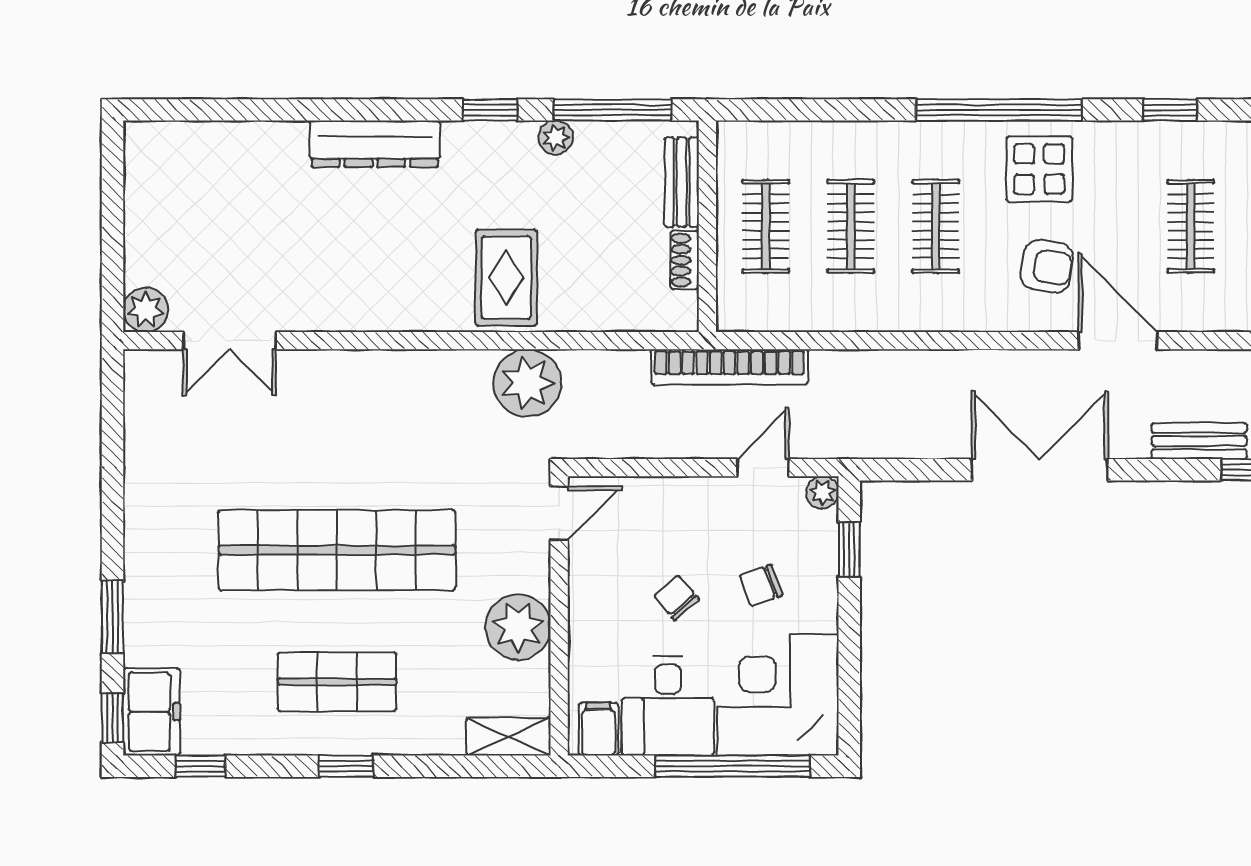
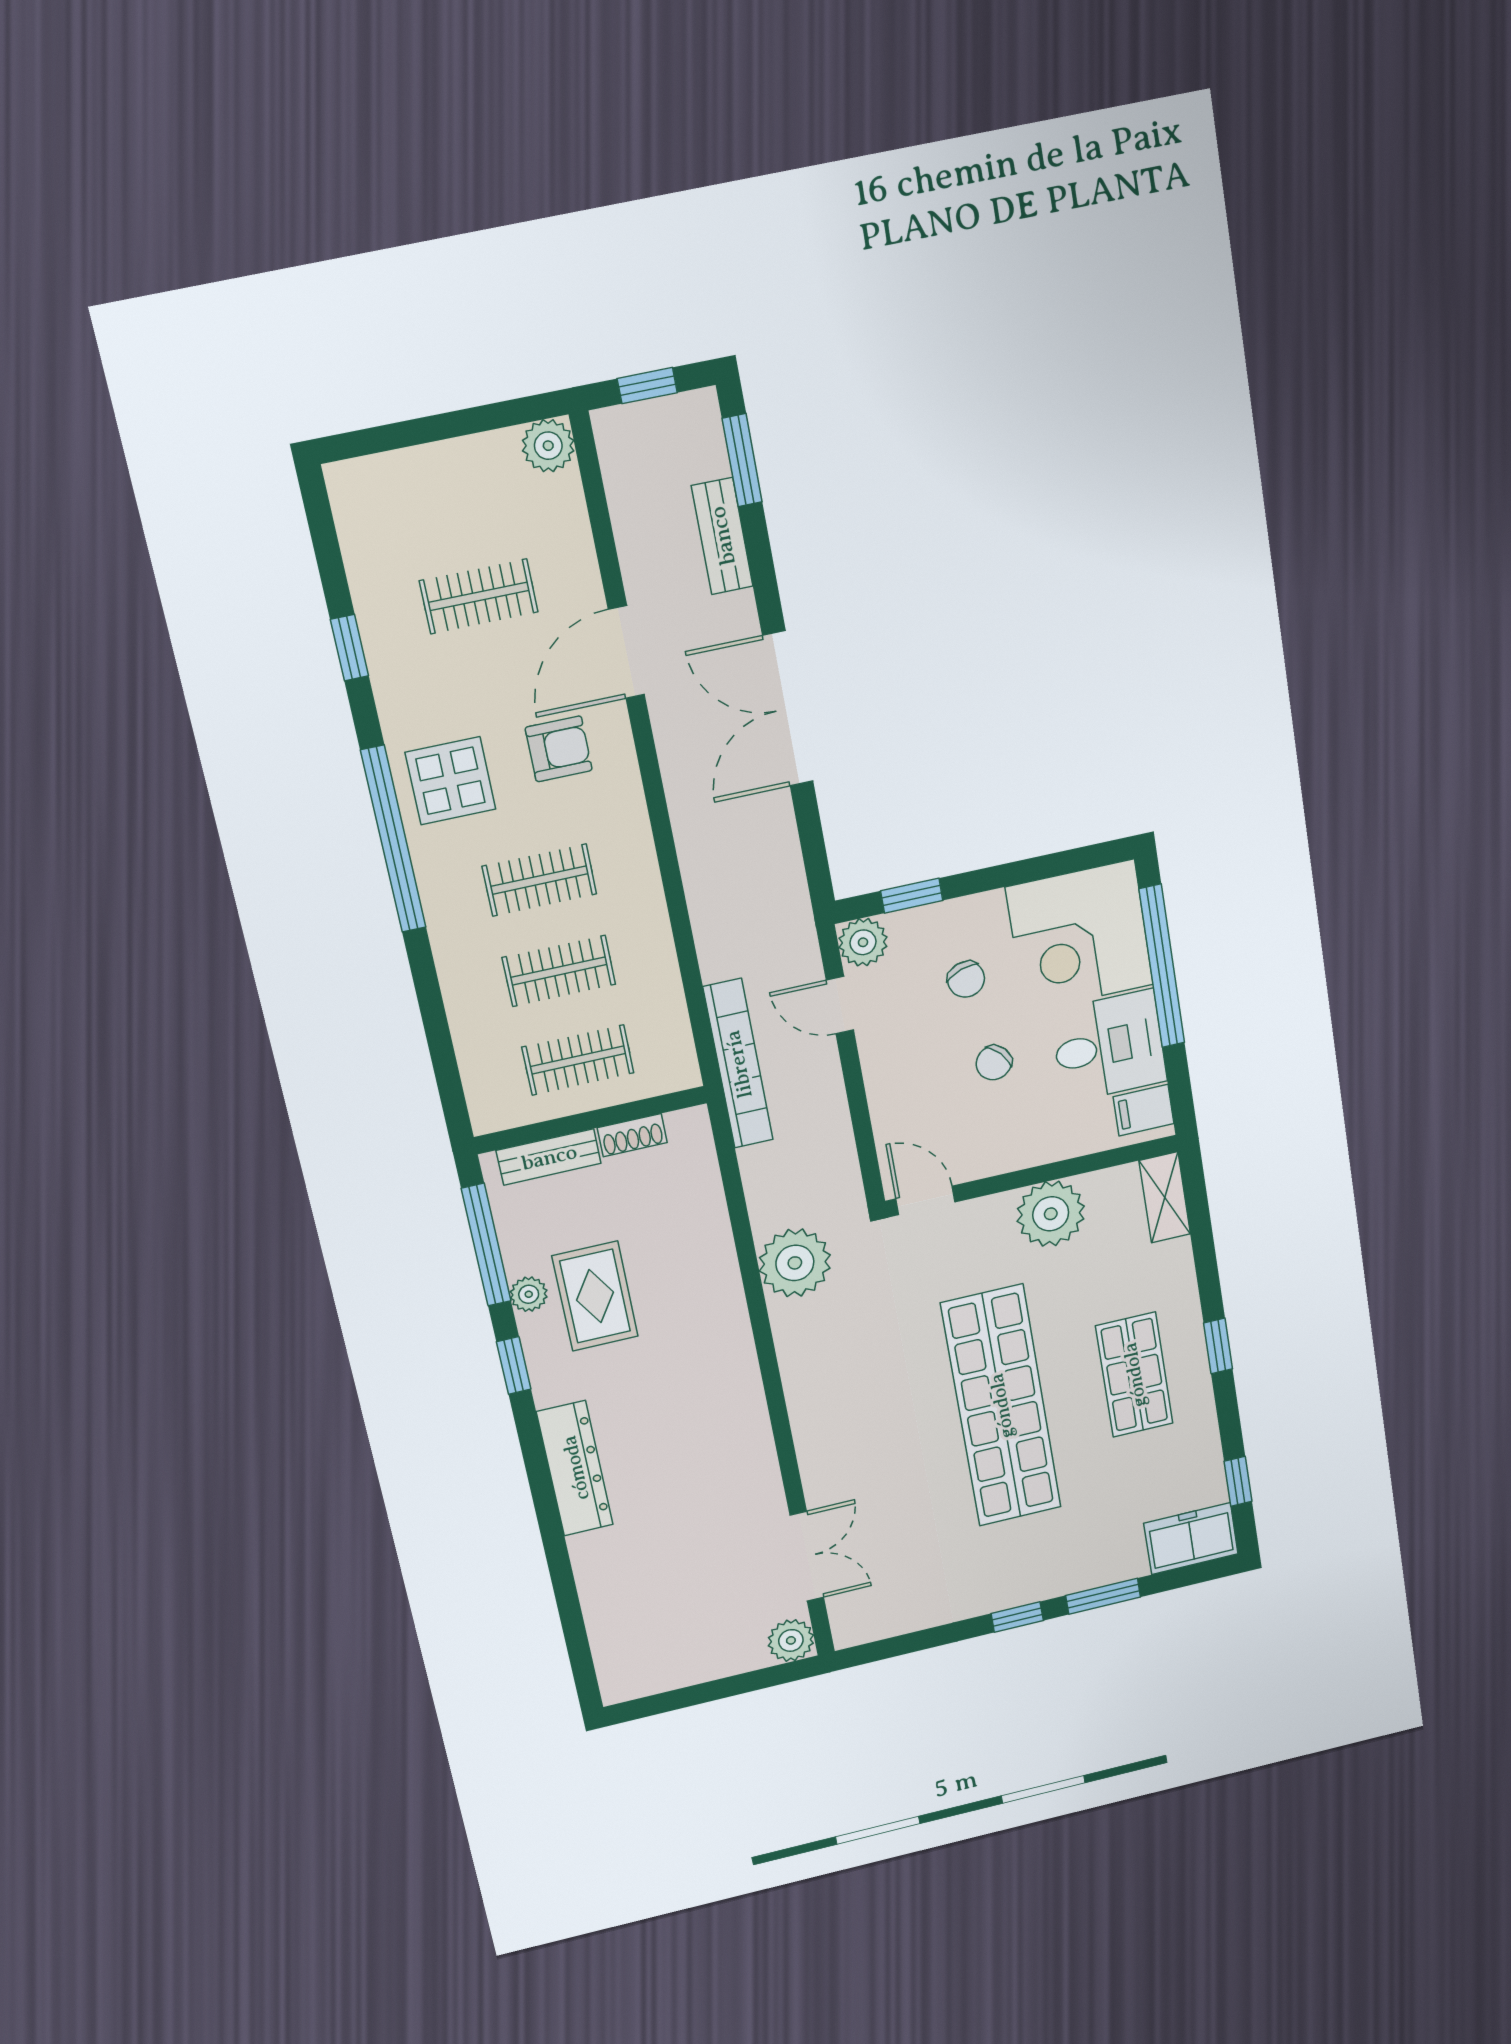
armchair: (1047, 266) -> (559, 749), turned 81
rug: (506, 278) -> (595, 1296), moved, turned 90
plant: (822, 492) -> (863, 942), width x1.38, depth x1.38
window: (113, 718) -> (1017, 1617), moved

